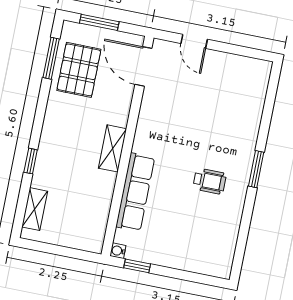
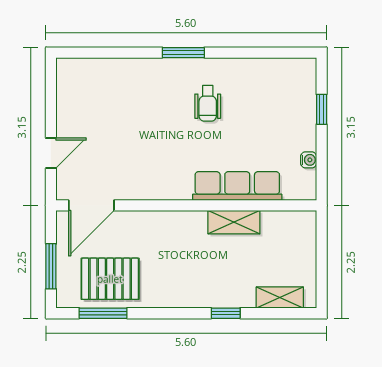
shelving: (112, 148) -> (234, 222), moved
wheelchair: (210, 181) -> (208, 103), turned 180
water cooler: (118, 251) -> (309, 160), moved, turned -90
window: (137, 266) -> (322, 109), moved

